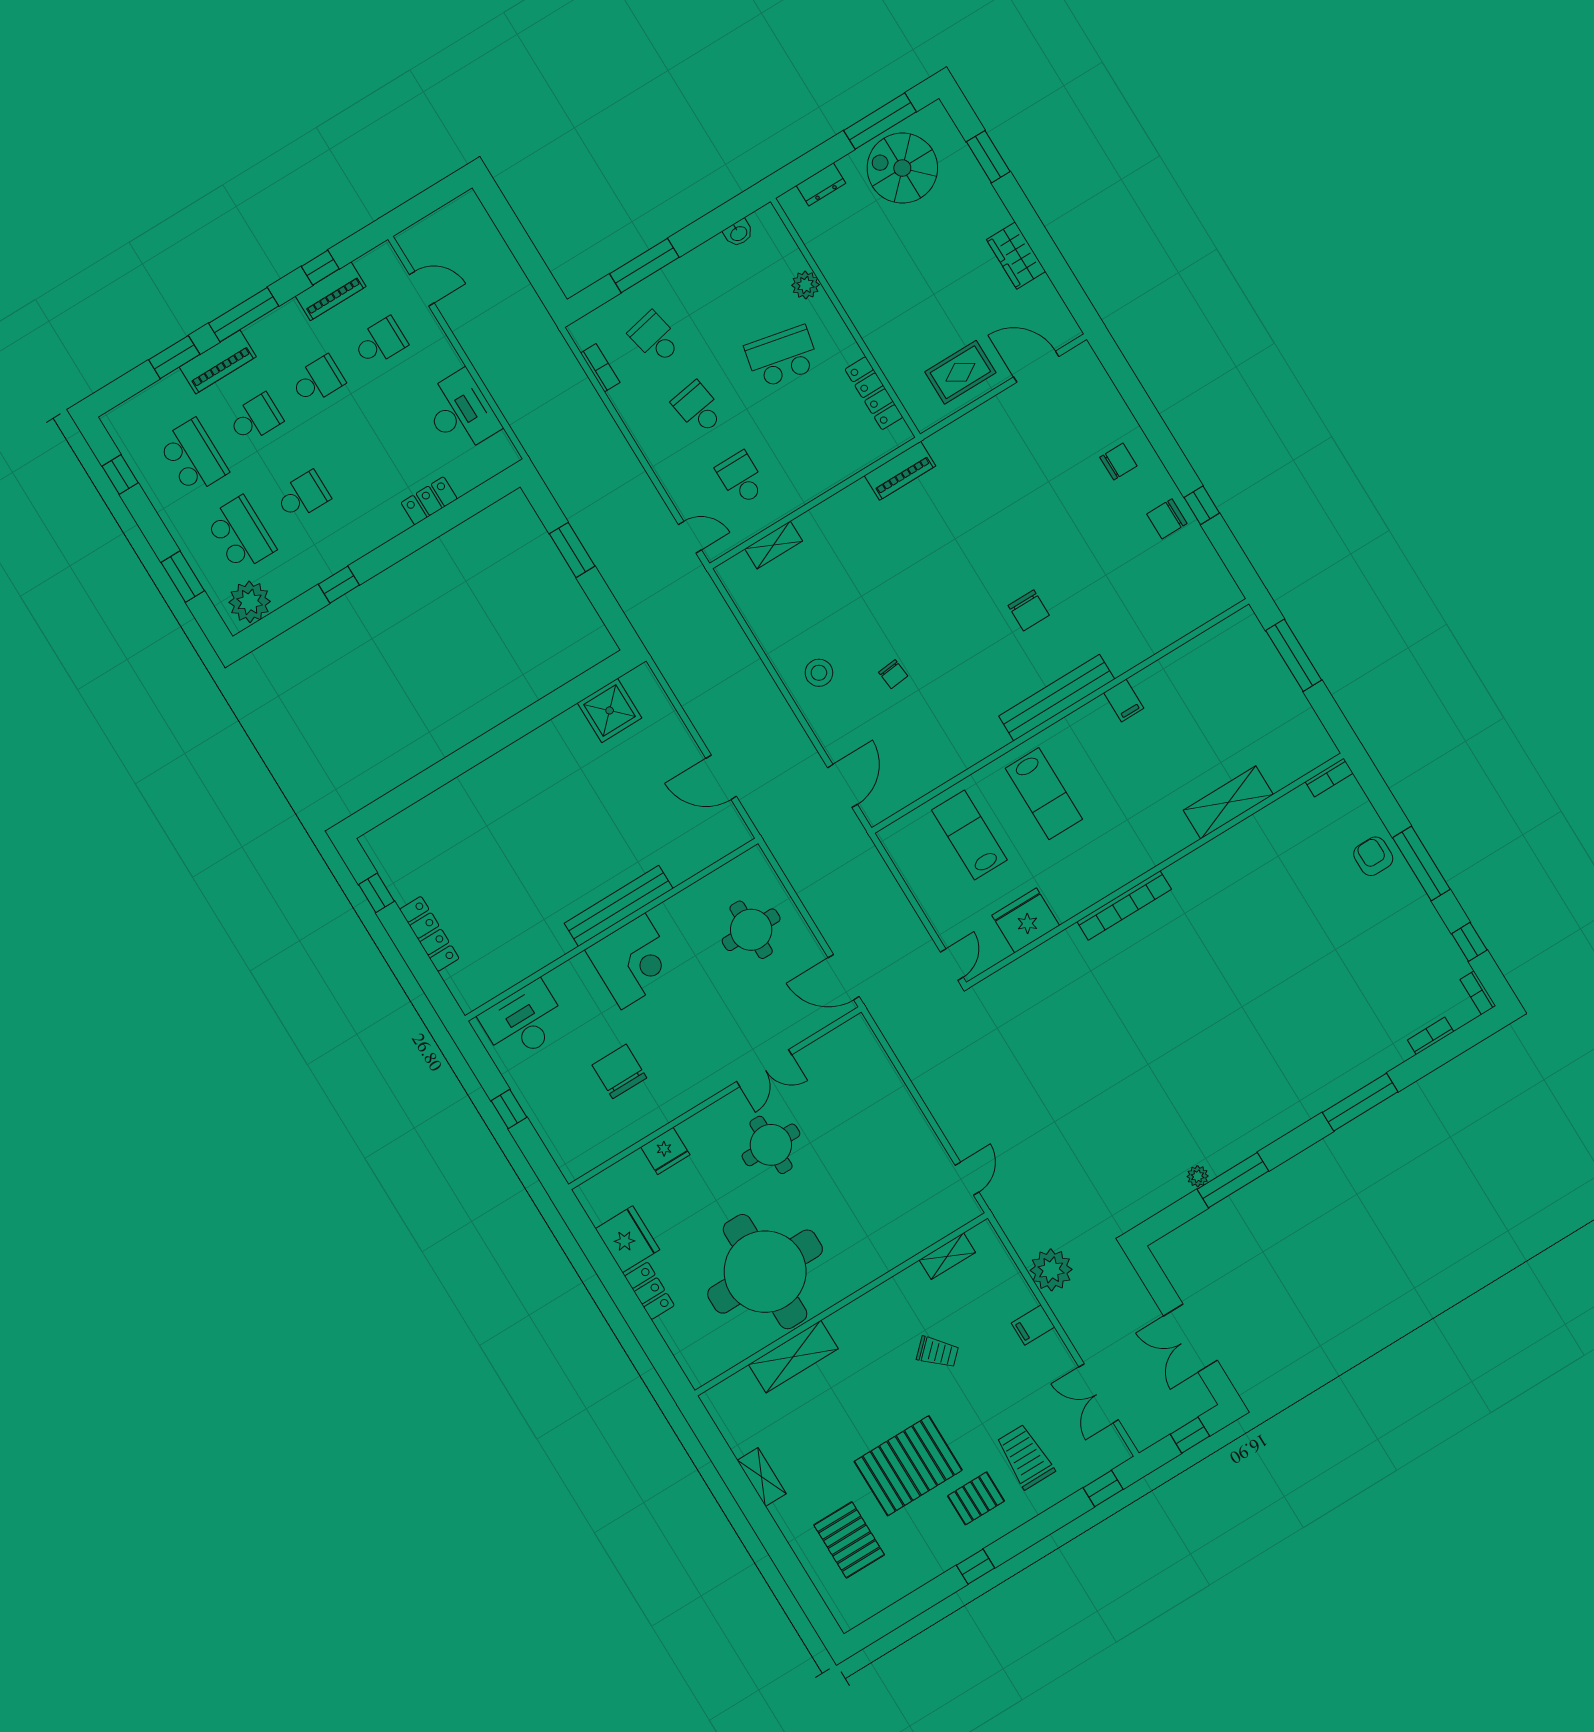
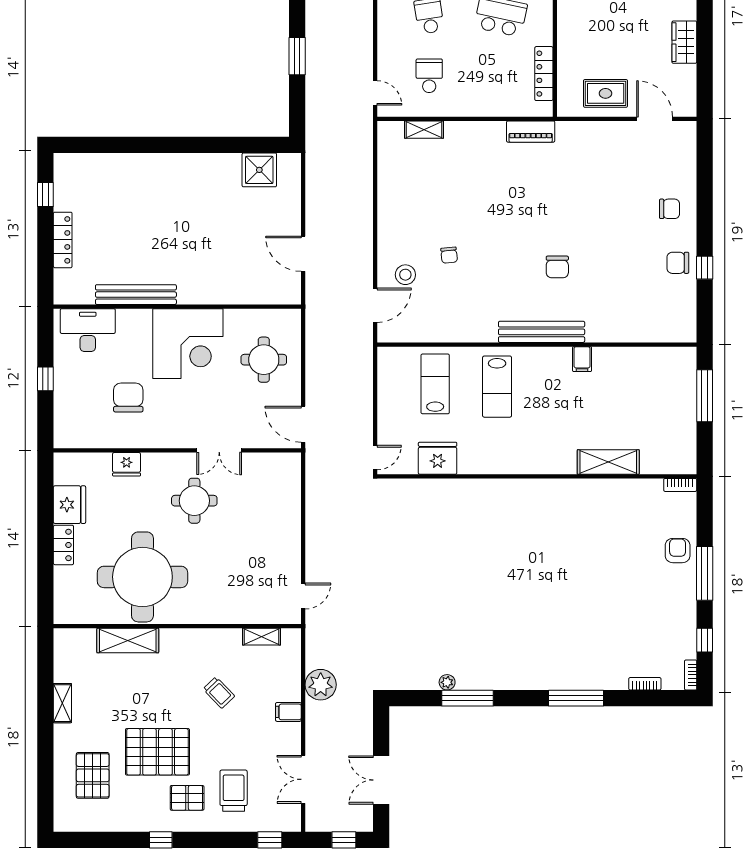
stool: (819, 673) -> (405, 275), moved
bookcase: (1124, 905) -> (504, 486), removed
bench: (619, 906) -> (136, 295), moved
corner desk: (633, 961) -> (188, 344), width x1.36, depth x1.36

